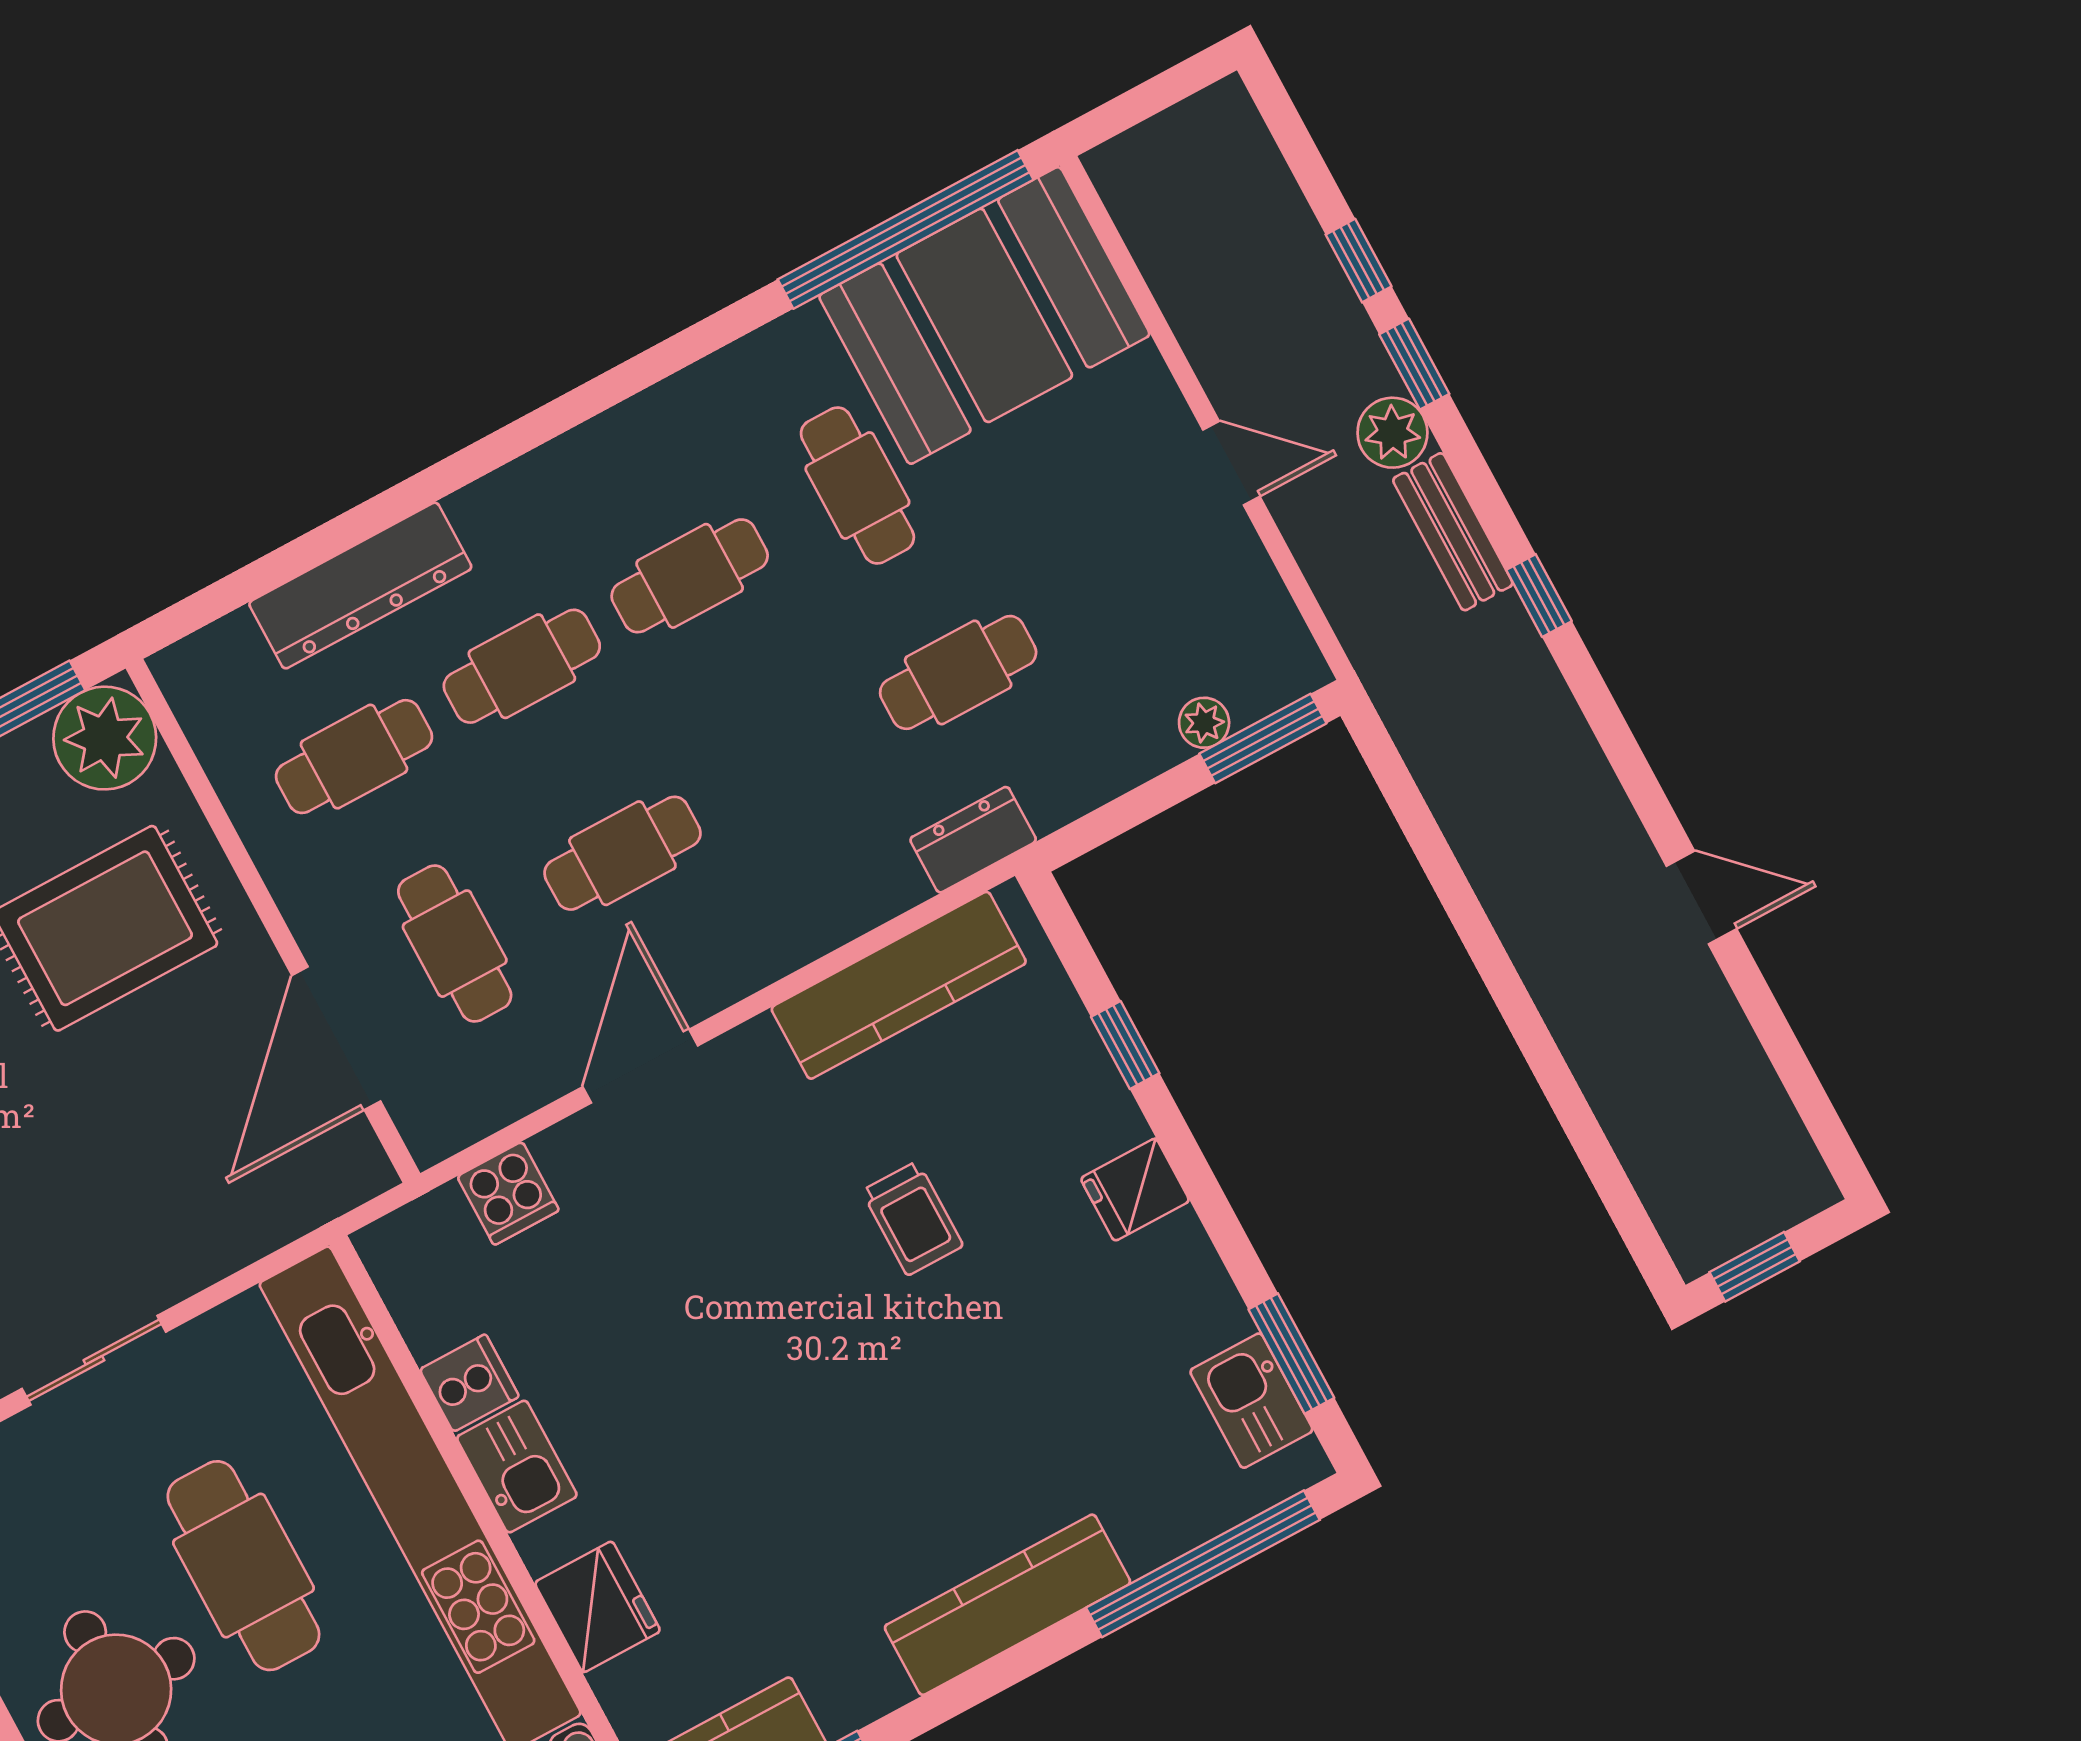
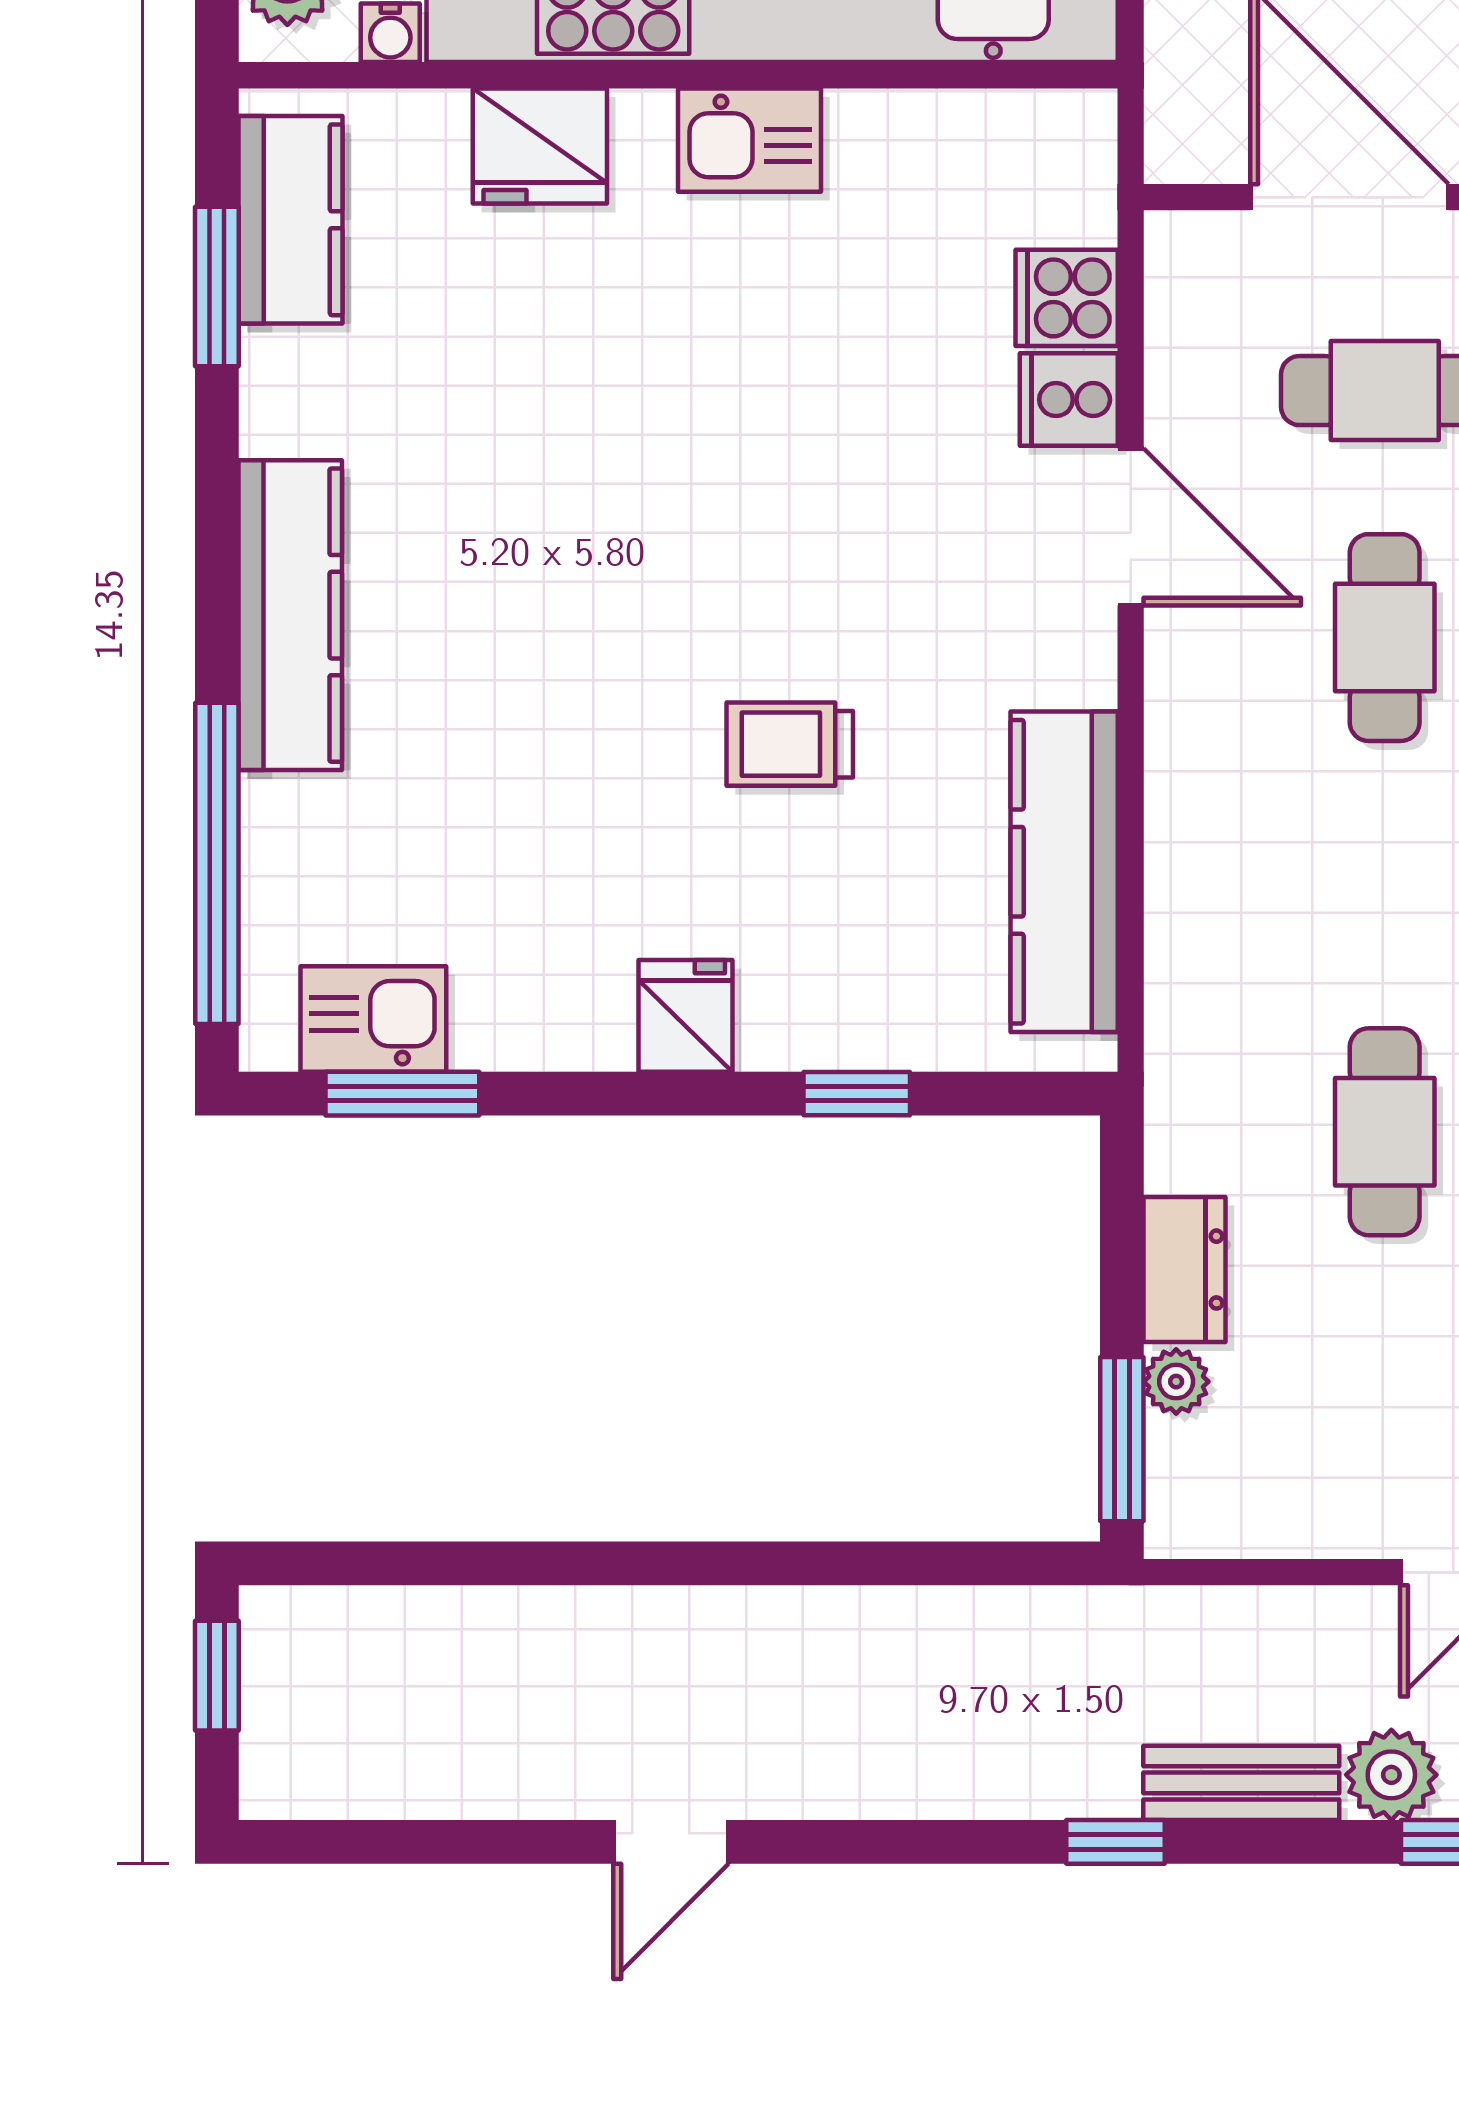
dresser: (973, 840) -> (1185, 1270), moved
cooker: (469, 1383) -> (1069, 400), moved, turned 90

